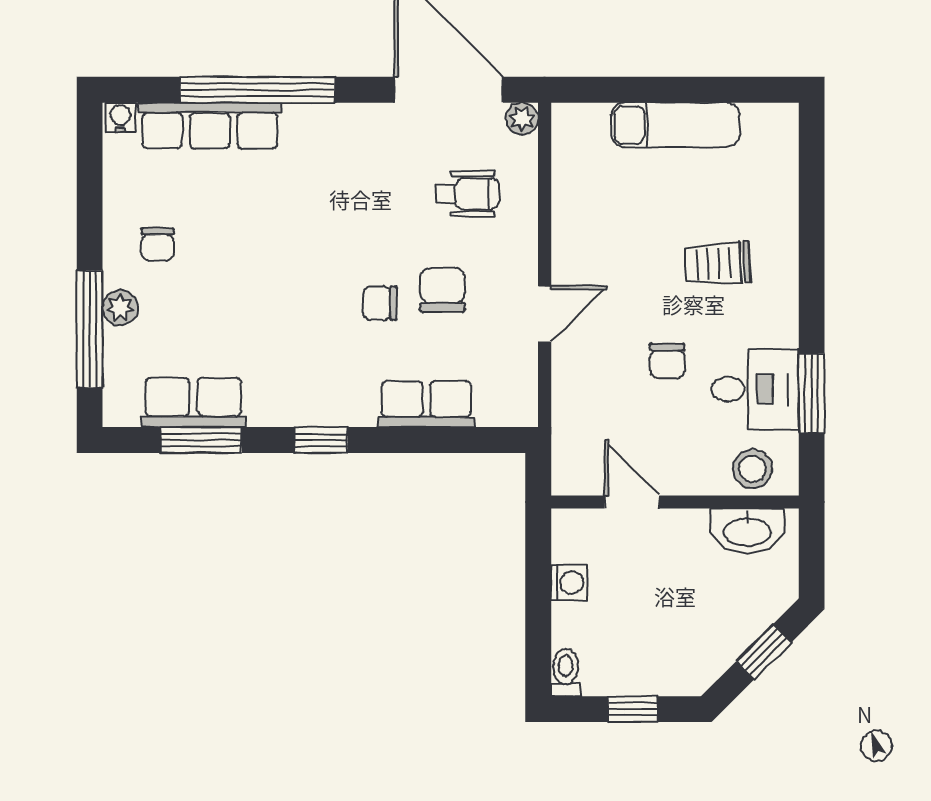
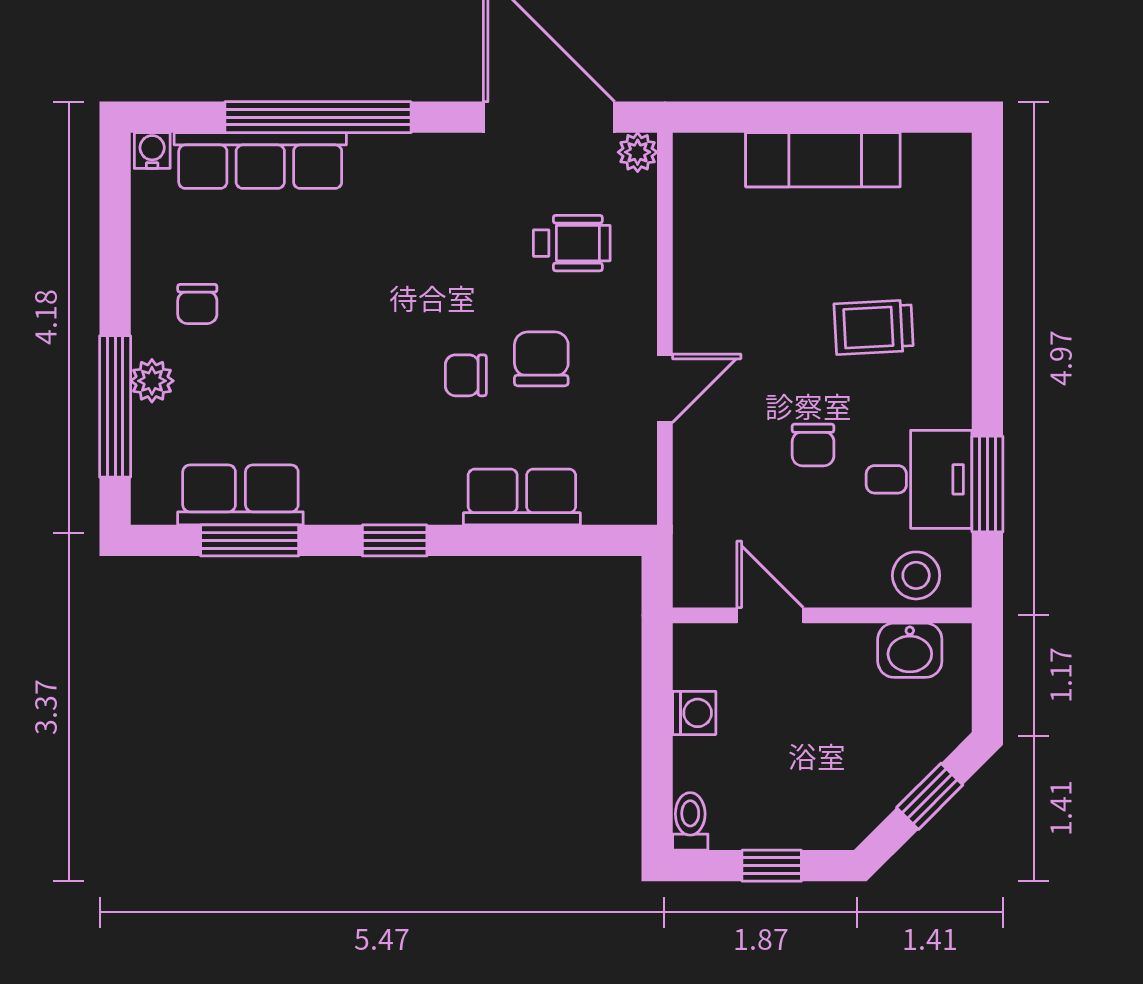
washbasin: (747, 531) -> (910, 650), width x0.72

